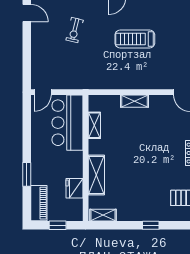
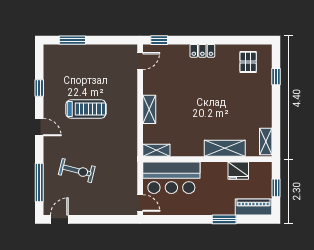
exercise bike: (75, 30) -> (77, 171), width x1.38, depth x1.39
treadmill: (135, 39) -> (86, 109), turned -90
shelving: (94, 125) -> (156, 150), moved
window: (151, 225) -> (276, 77), moved

